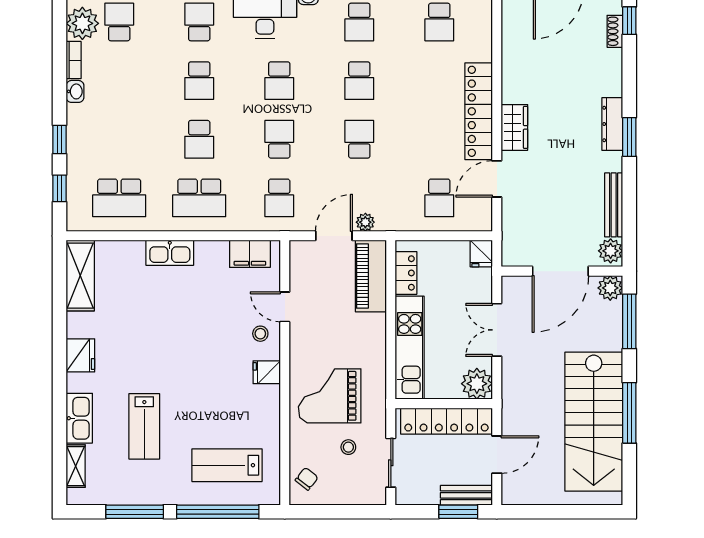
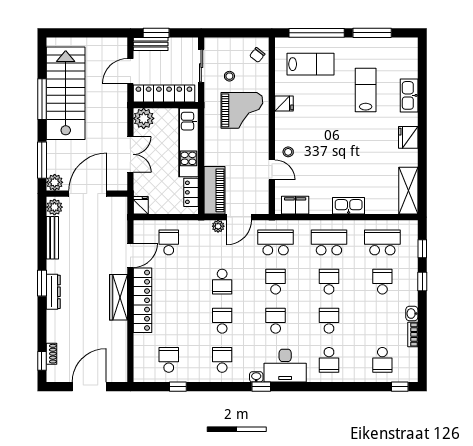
plant: (82, 23) -> (407, 359), removed
wardrobe: (514, 127) -> (119, 297), width x1.50
school desk: (119, 139) -> (382, 282), added
school desk: (279, 139) -> (276, 282), turned 180
school desk: (279, 198) -> (276, 242), width x1.85
fridge: (267, 372) -> (284, 103), moved
shelving: (76, 466) -> (411, 63), removed

